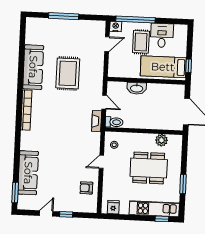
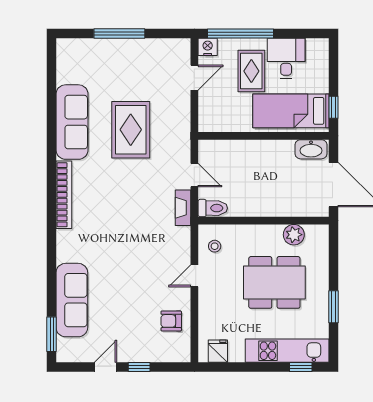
washbasin: (137, 88) -> (311, 149), moved

